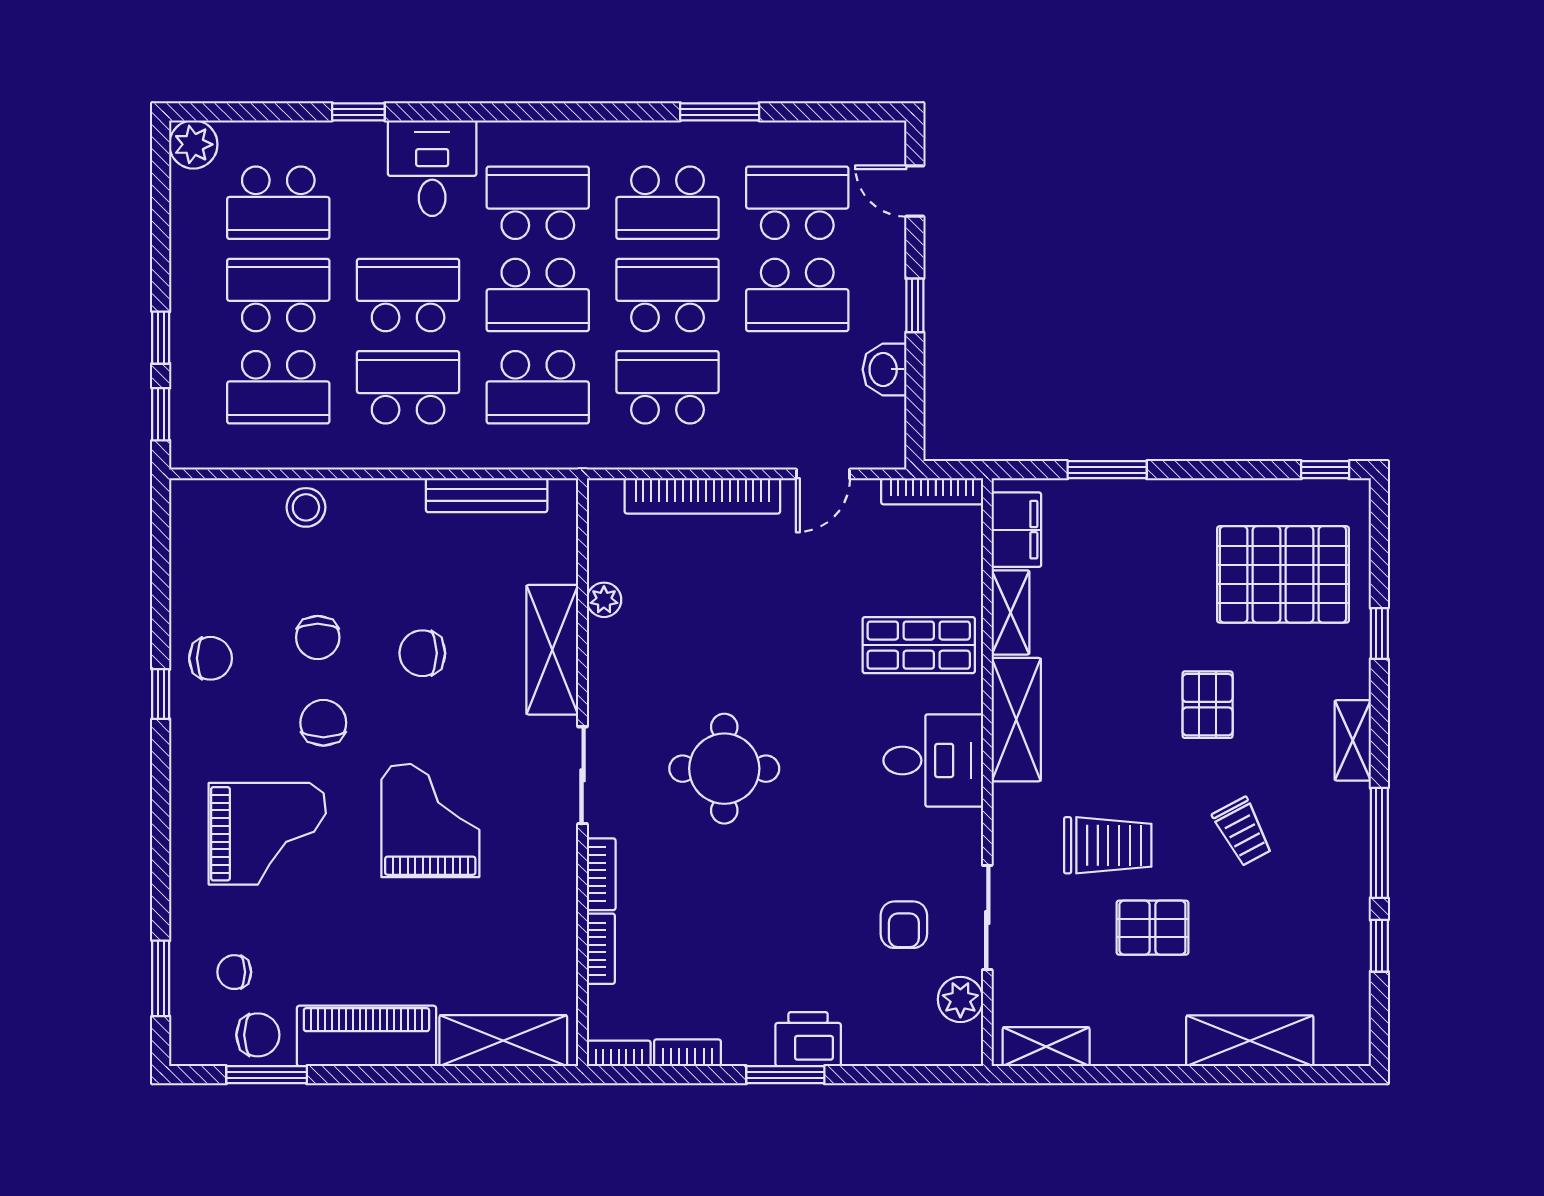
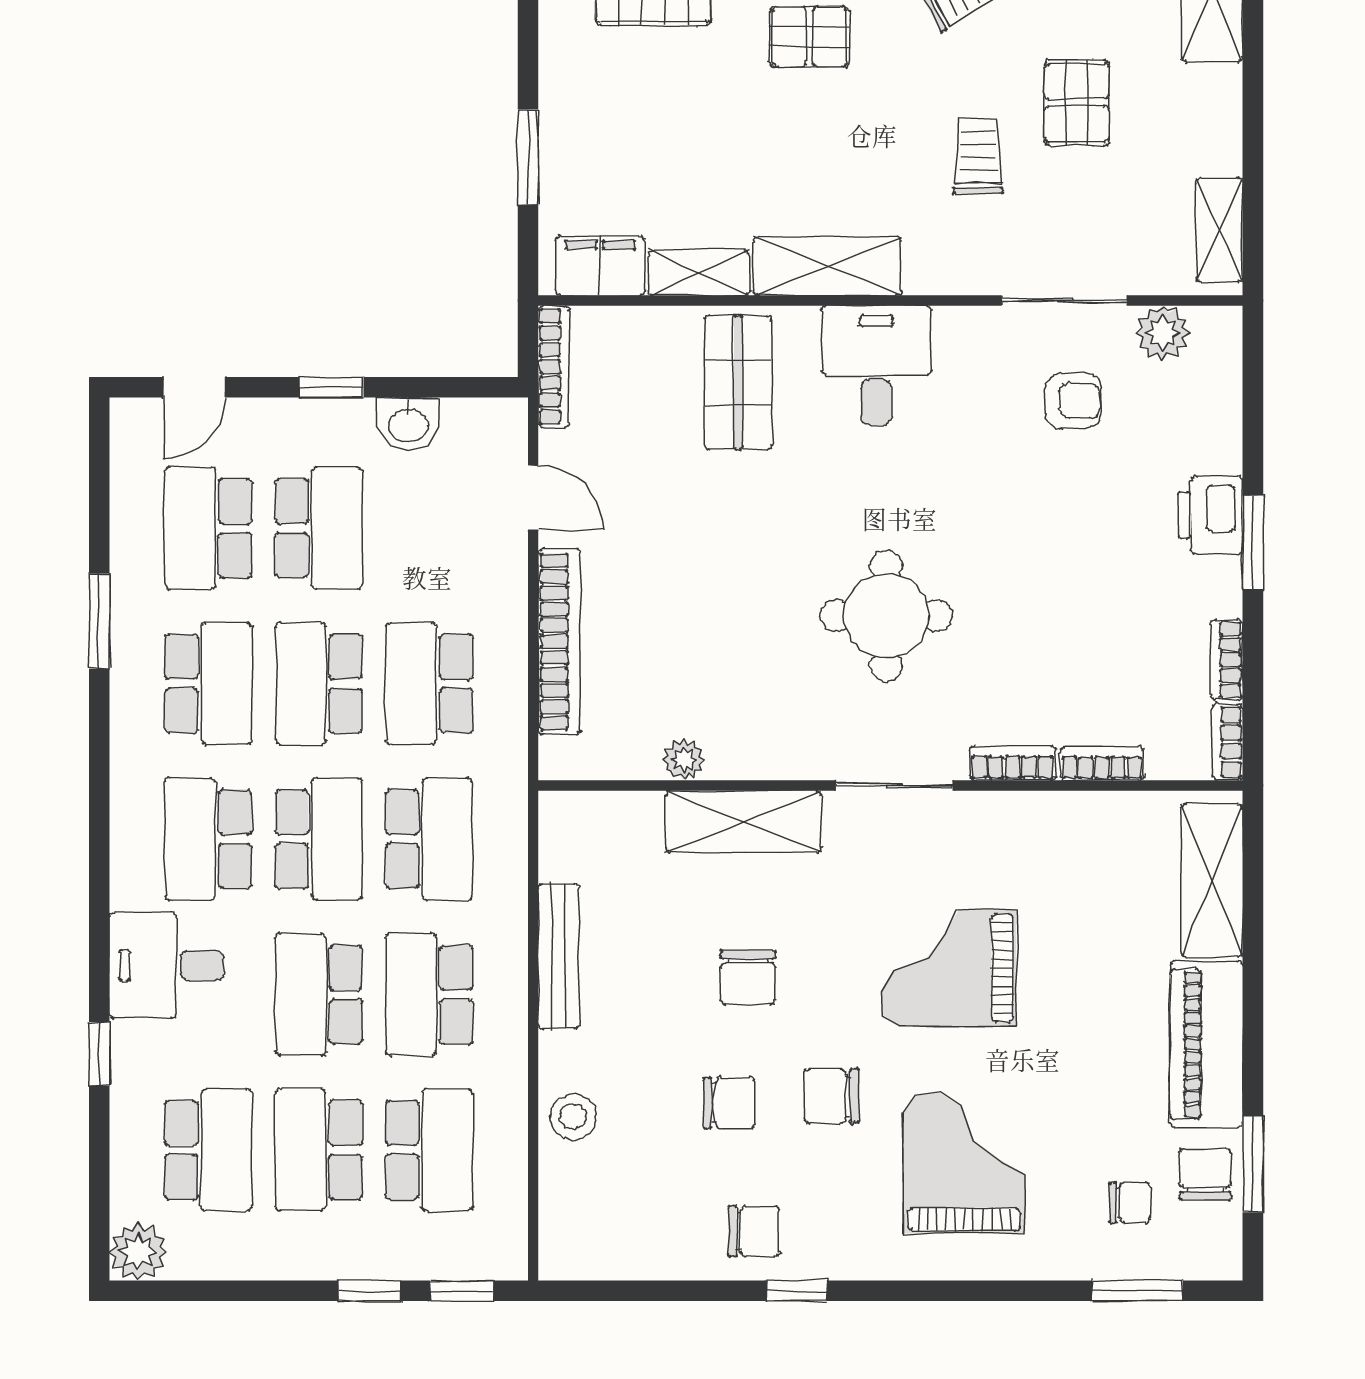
bench: (487, 495) -> (559, 956), moved
chair: (210, 658) -> (754, 1231), turned 90
trolley: (1108, 845) -> (978, 156), width x0.73, depth x0.72
chair: (234, 972) -> (1130, 1203), turned -90

